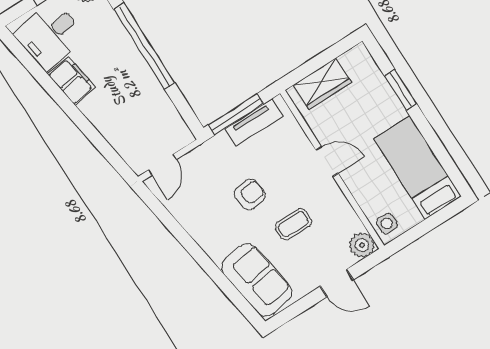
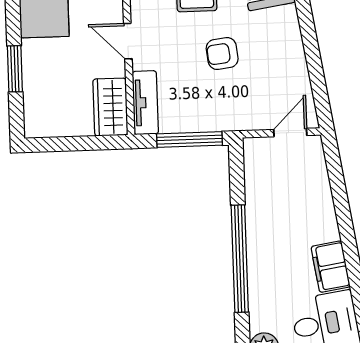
wardrobe: (322, 84) -> (110, 107), moved, turned -90
tv unit: (254, 123) -> (145, 103), moved, turned 90

